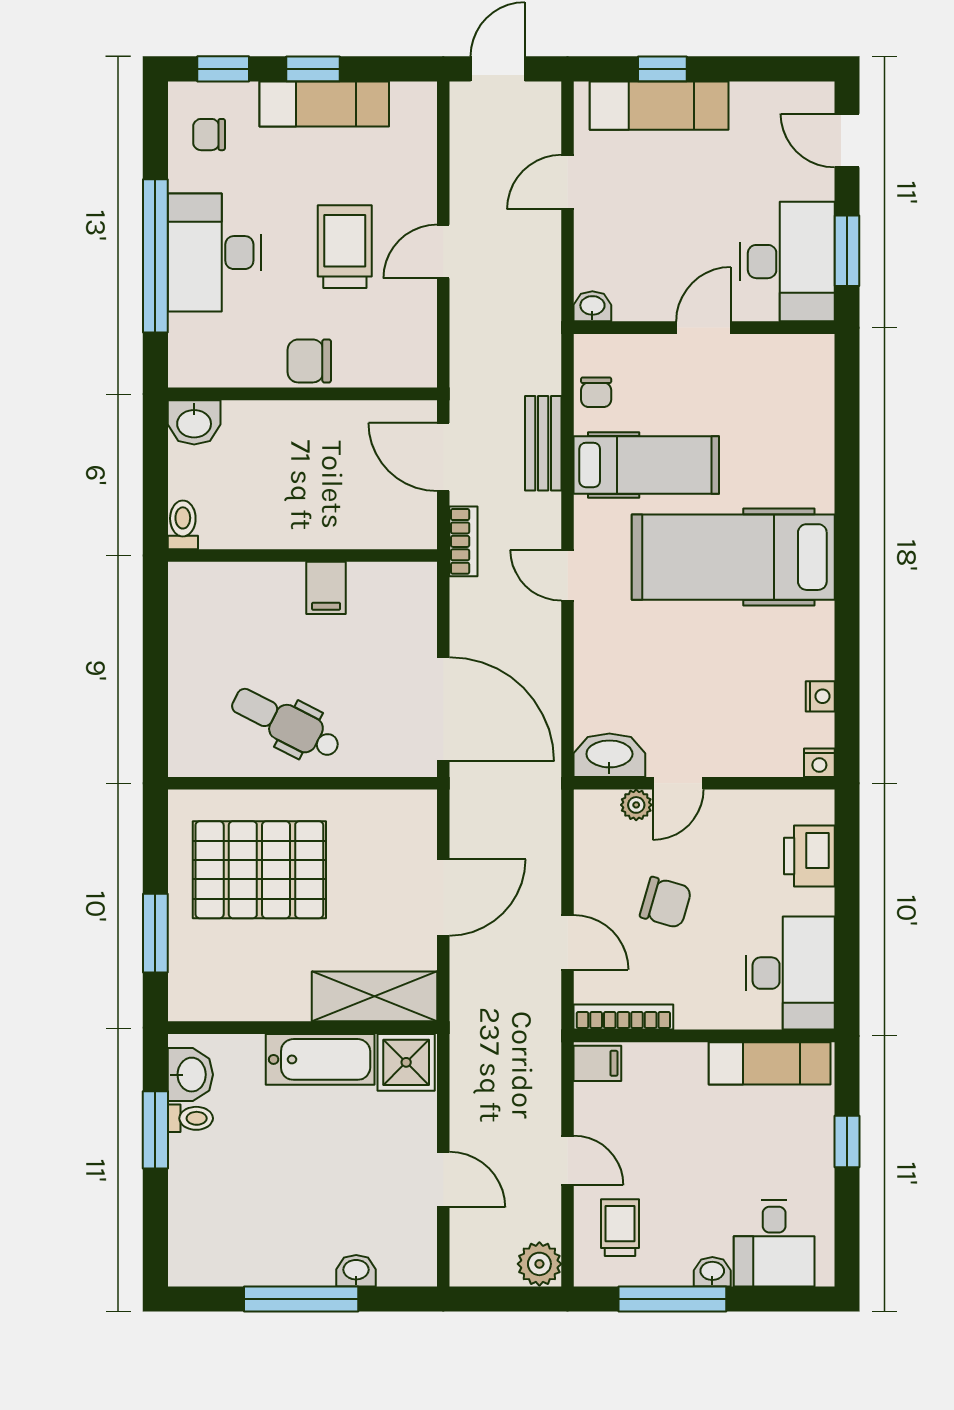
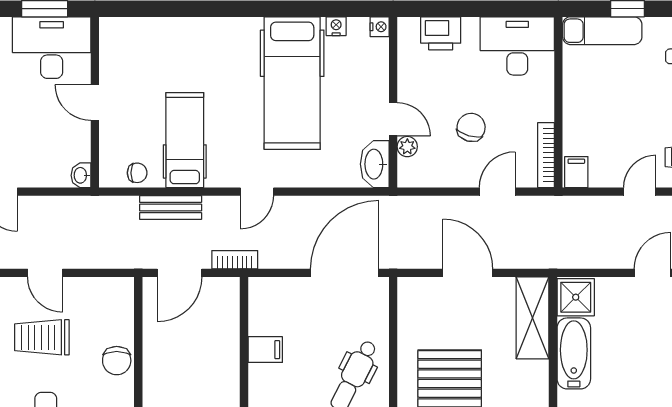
hospital bed: (733, 557) -> (292, 83), moved
exam couch: (770, 1063) -> (602, 31), moved, turned 90

